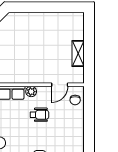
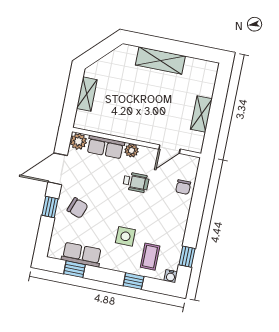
shelving: (39, 19) -> (160, 60), added
chair: (75, 100) -> (183, 187), moved

